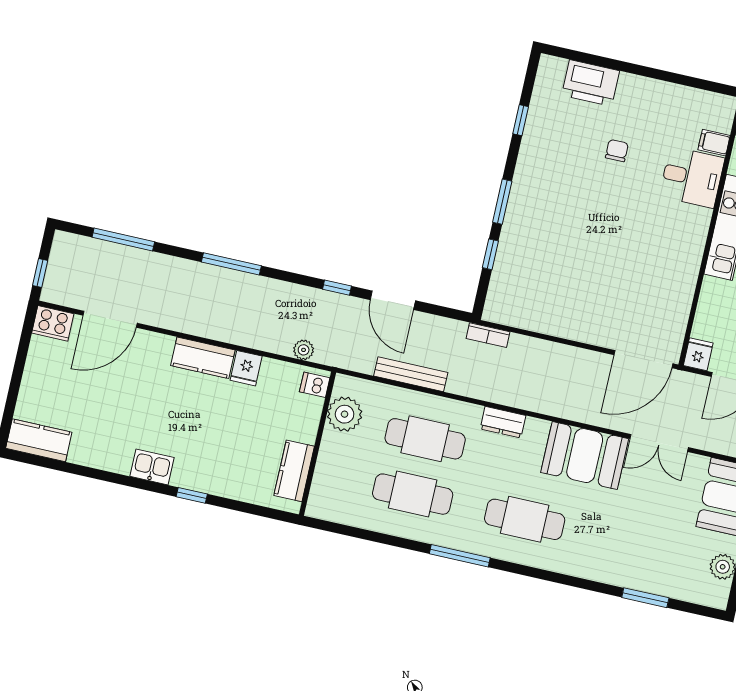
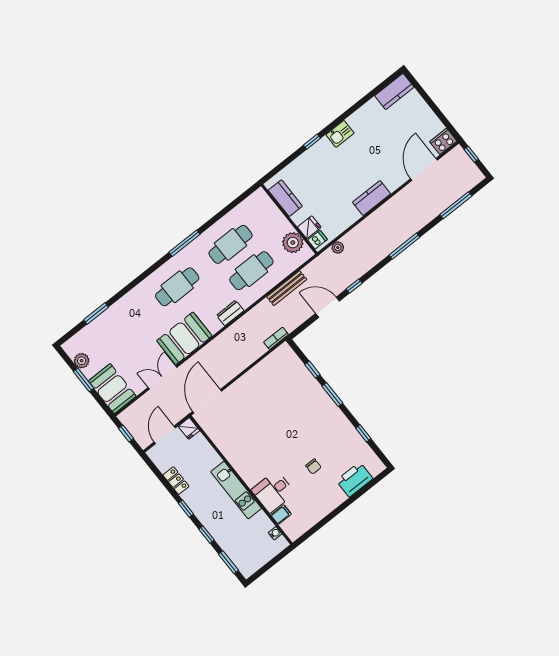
fridge: (246, 368) -> (309, 227), moved, turned 90

